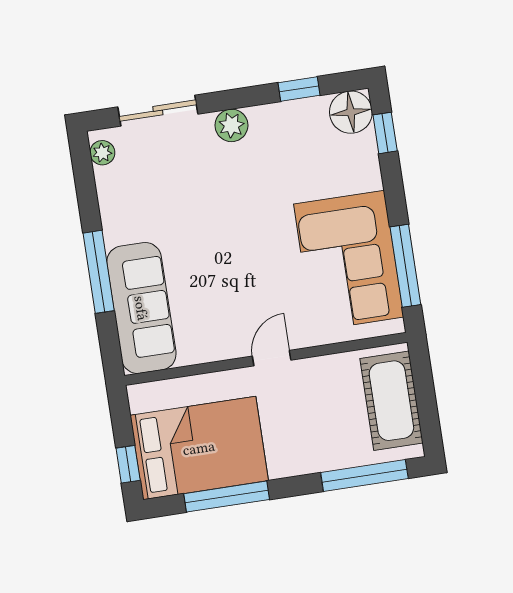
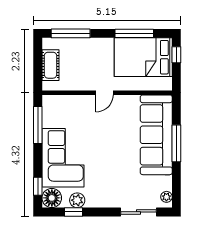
plant: (231, 125) -> (77, 200), moved
corner sofa: (349, 261) -> (63, 158), moved
sofa: (141, 308) -> (156, 135), width x1.36, depth x1.27
cot: (391, 401) -> (51, 65), width x0.73, depth x0.75

